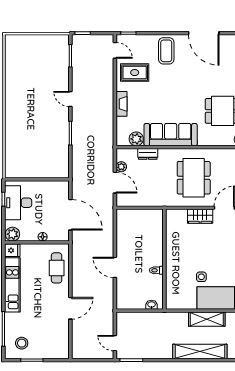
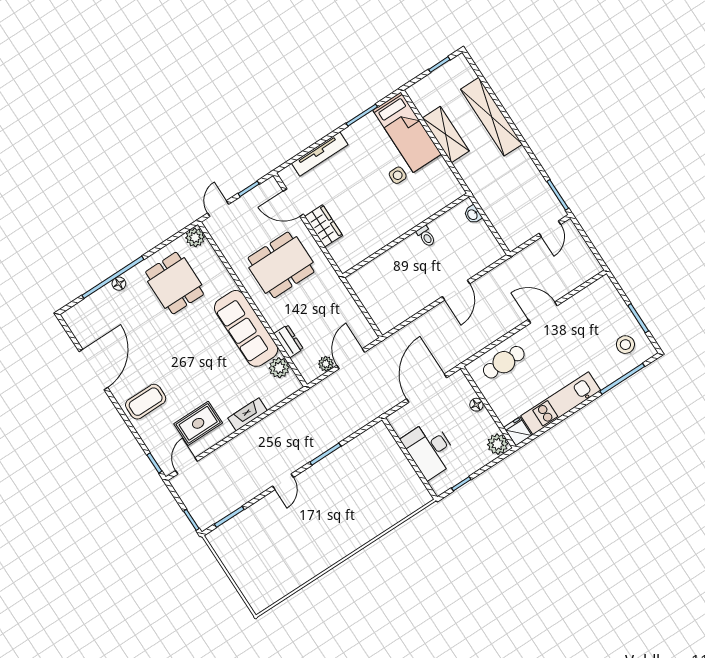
rug: (135, 73) -> (198, 423), turned 90
desk: (18, 203) -> (430, 449), moved, turned 90

